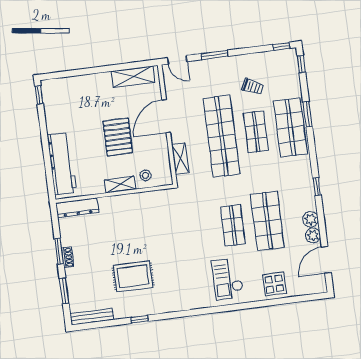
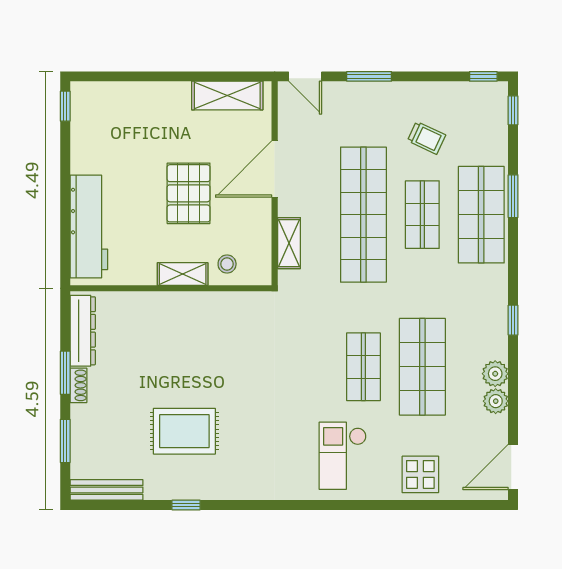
dresser: (77, 208) -> (83, 331), moved, turned -90
door: (326, 260) -> (513, 467), moved

